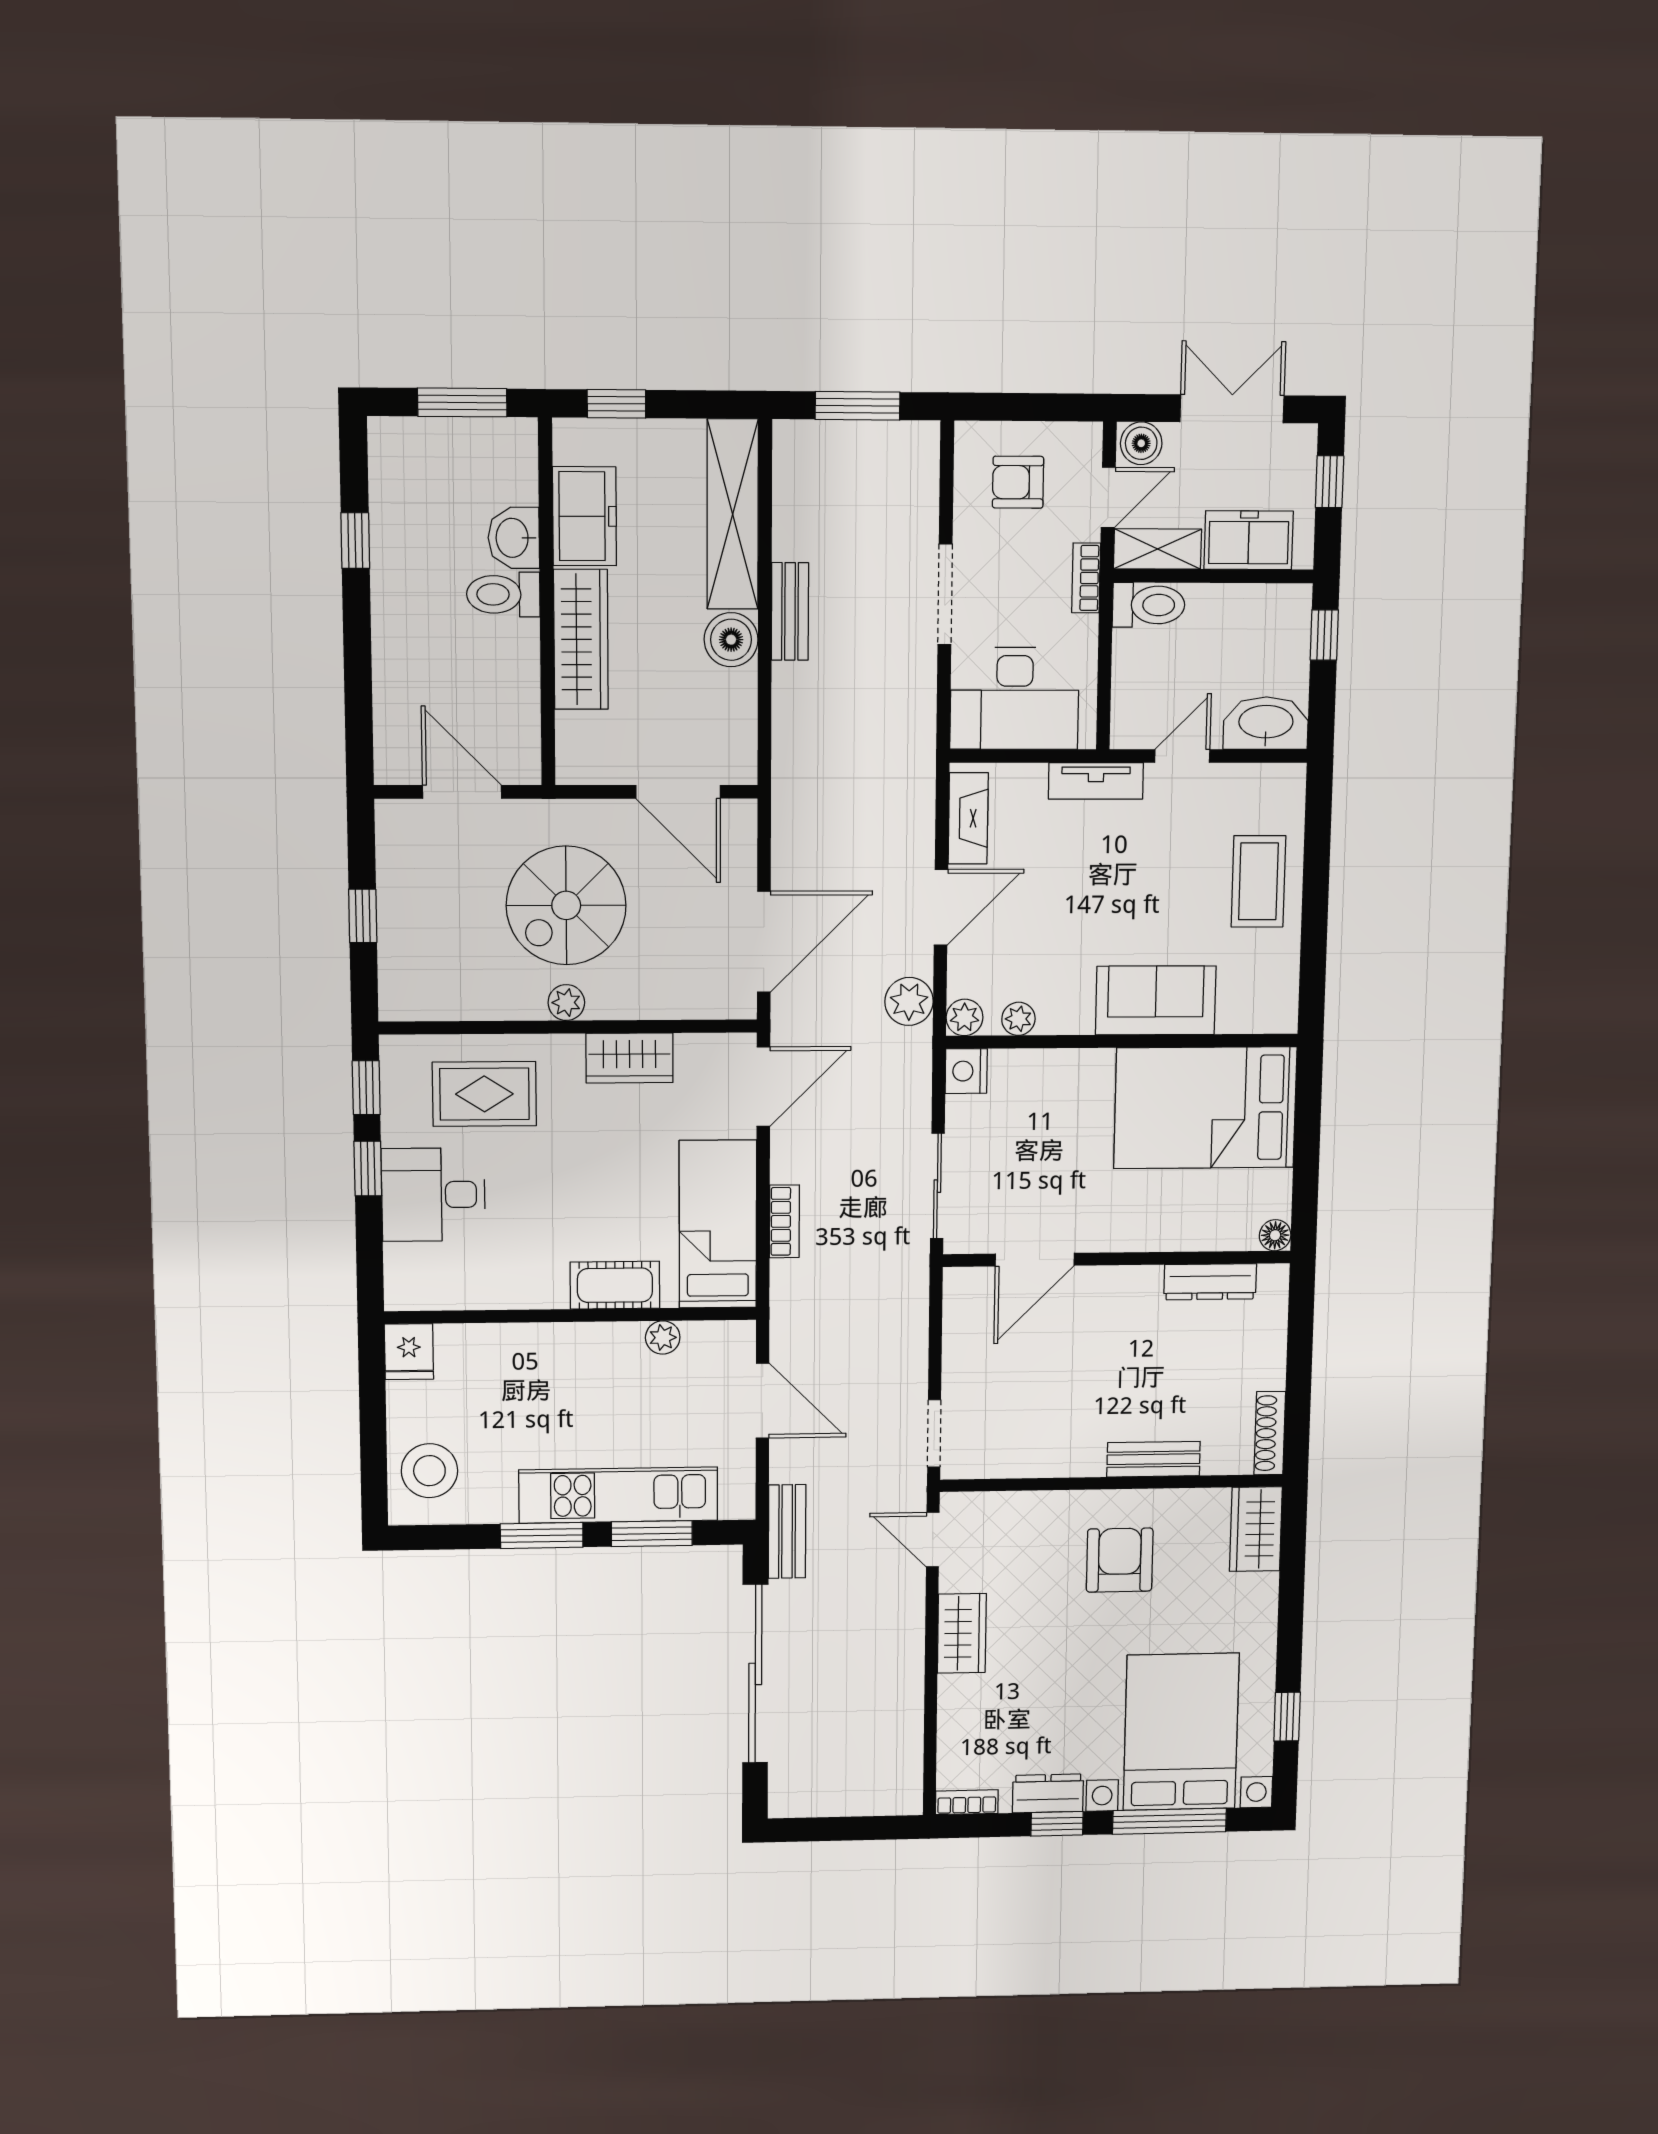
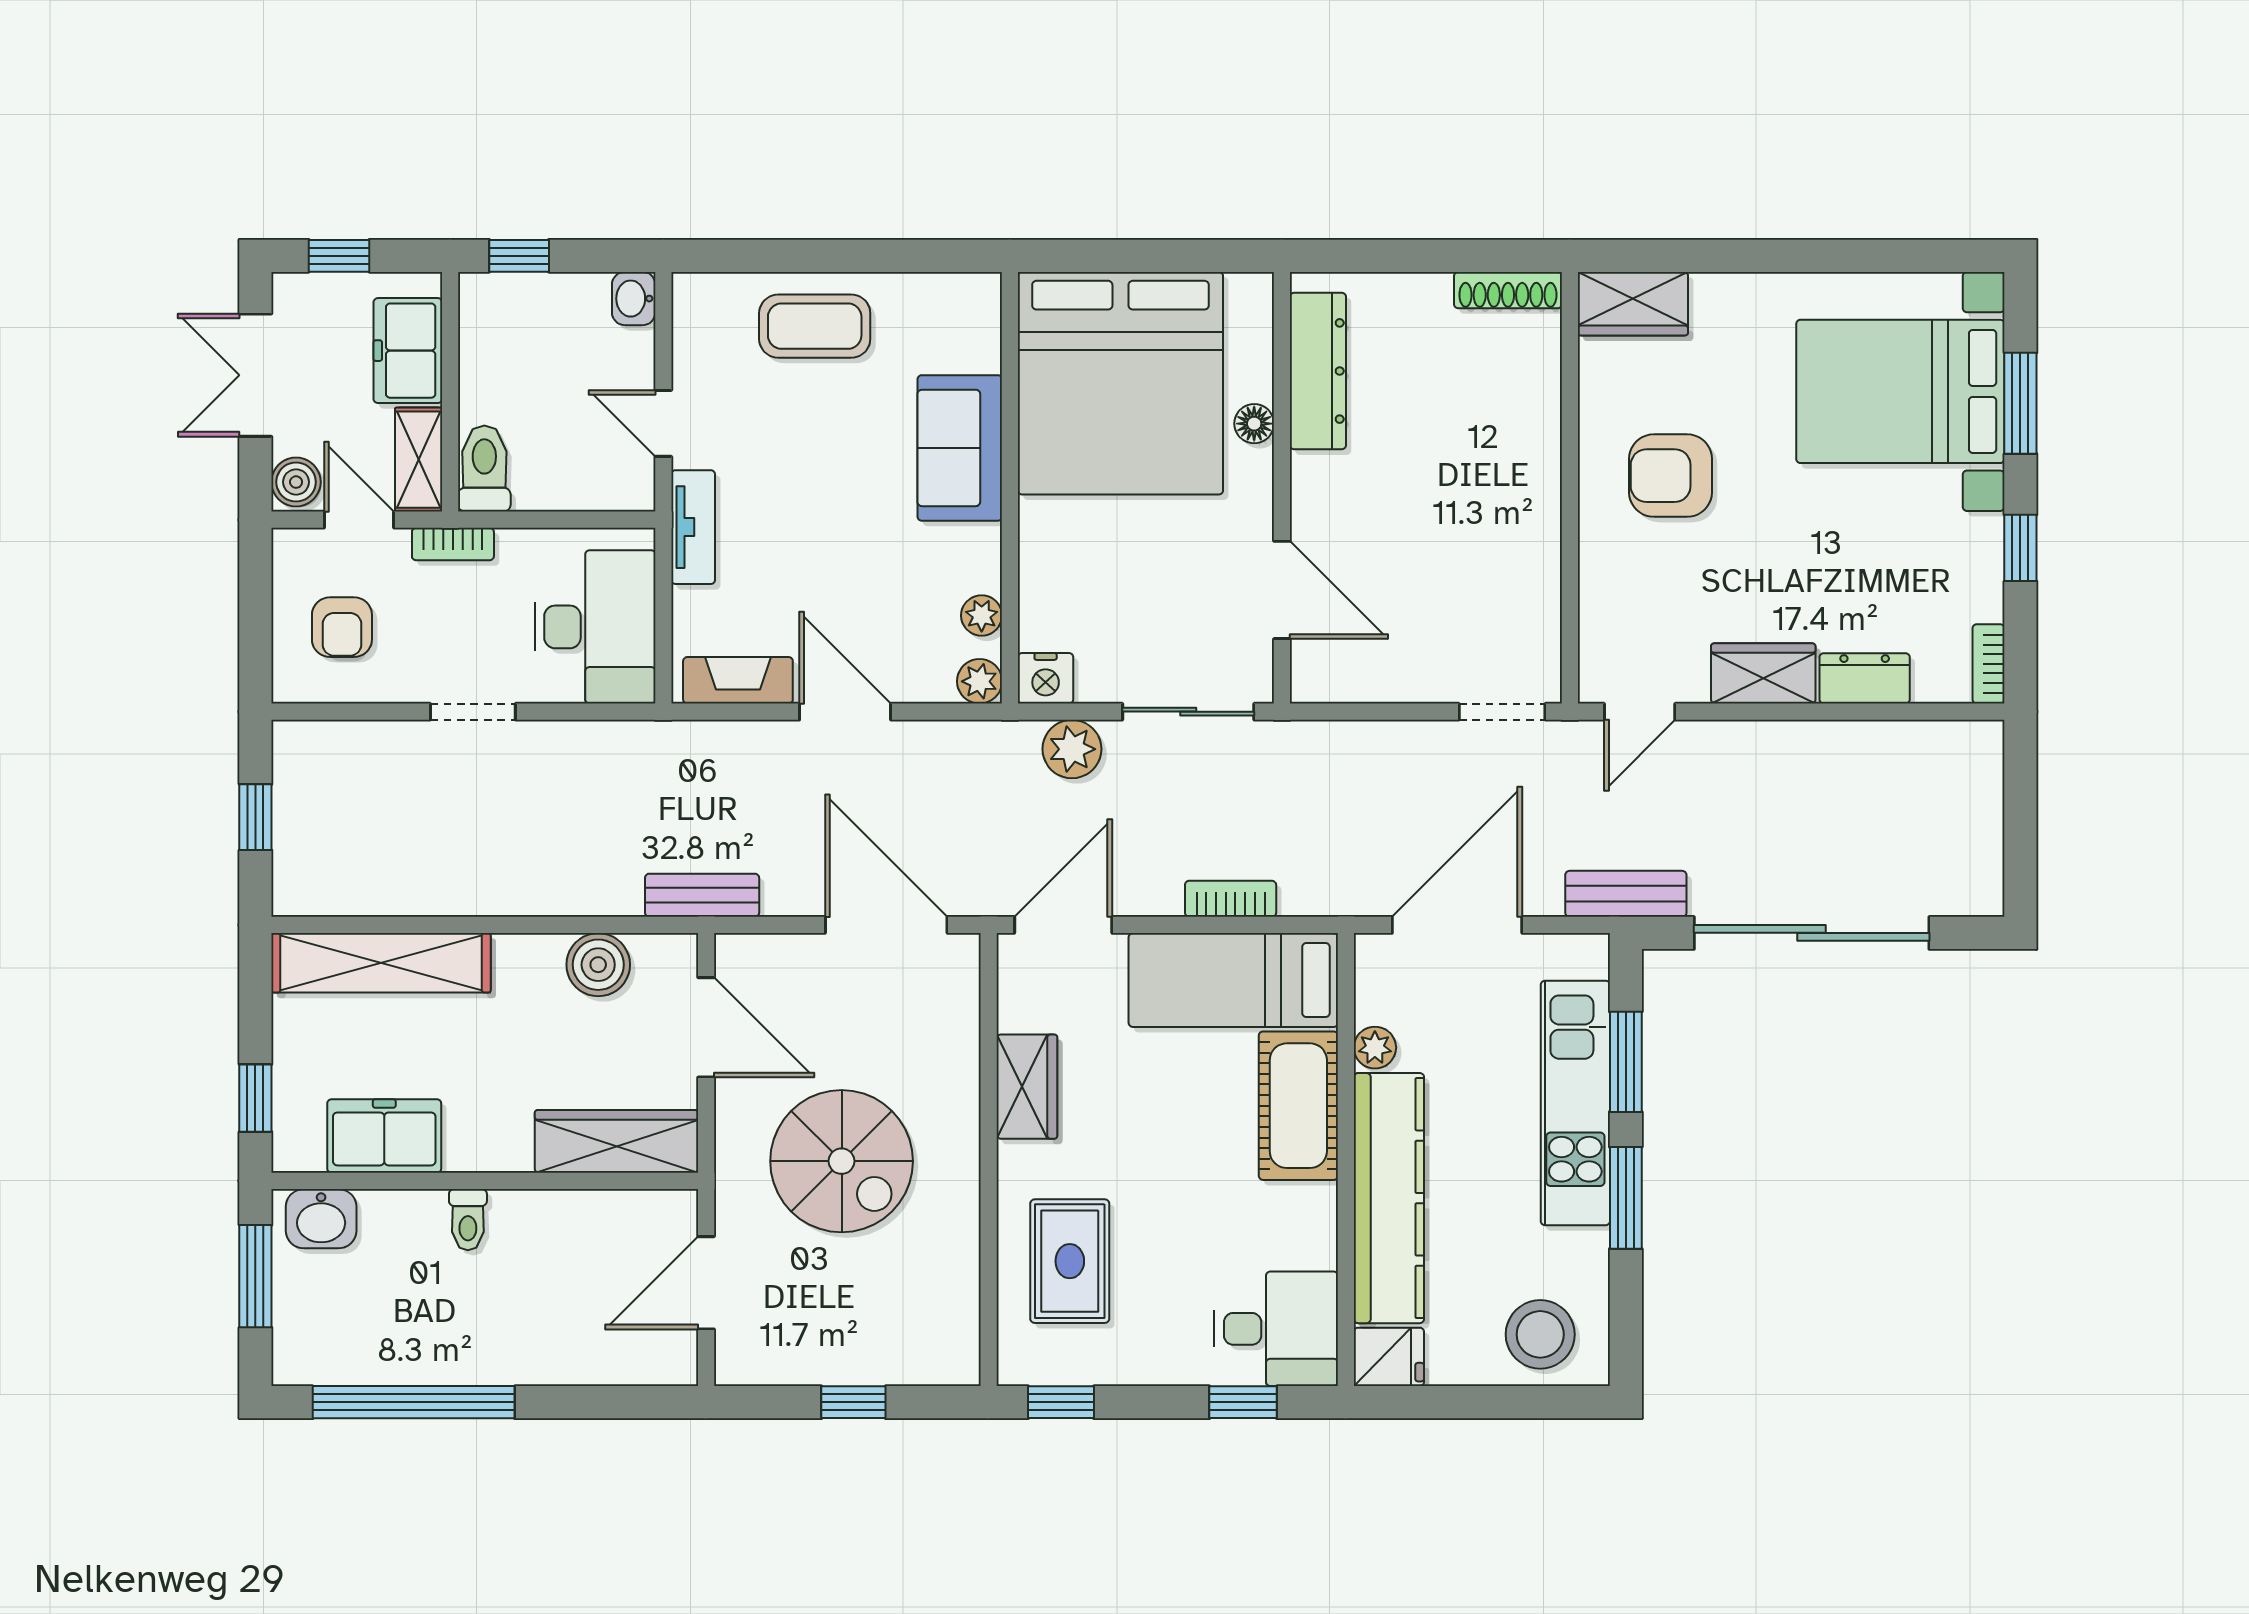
window: (858, 406) -> (255, 817), width x0.67
washbasin: (514, 538) -> (321, 1219), moved
window: (355, 541) -> (414, 1402), width x3.17
toilet: (503, 594) -> (468, 1220), width x0.73, depth x0.72
doorway: (945, 594) -> (473, 712), width x0.73
bench: (790, 611) -> (702, 895), moved
wardrobe: (581, 639) -> (616, 1141), moved
boiler: (731, 640) -> (598, 965), moved
washbasin: (1266, 723) -> (634, 299), width x0.52, depth x0.69
door: (678, 792) -> (706, 1027), hinge flipped
plant: (909, 1001) -> (1072, 749), moved
plant: (566, 1003) -> (959, 1162), removed
door: (763, 1087) -> (1063, 925), hinge flipped
bed: (1205, 1108) -> (1120, 383), width x1.36
window: (368, 1169) -> (1243, 1402), moved
desk: (433, 1195) -> (1276, 1329), moved, turned -90
floor lamp: (1275, 1235) -> (1254, 424), moved
dresser: (1210, 1282) -> (1318, 371), width x1.37, depth x1.24
cot: (615, 1285) -> (1298, 1106), width x1.37, depth x1.34
kitchen counter: (540, 1350) -> (1389, 1198), added
door: (762, 1401) -> (1457, 925), width x1.36
bench: (1153, 1459) -> (1540, 436), removed
window: (1287, 1717) -> (1883, 256), removed
dresser: (1048, 1793) -> (1865, 678), moved, turned 90
window: (1169, 1821) -> (2020, 403), width x0.69

